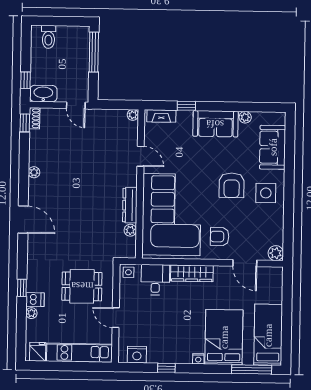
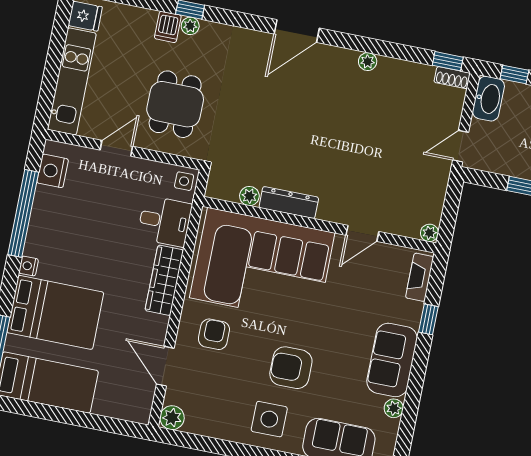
door: (245, 263) -> (165, 366), hinge flipped
plant: (31, 313) -> (190, 26), moved
window: (166, 368) -> (23, 213), width x3.17

